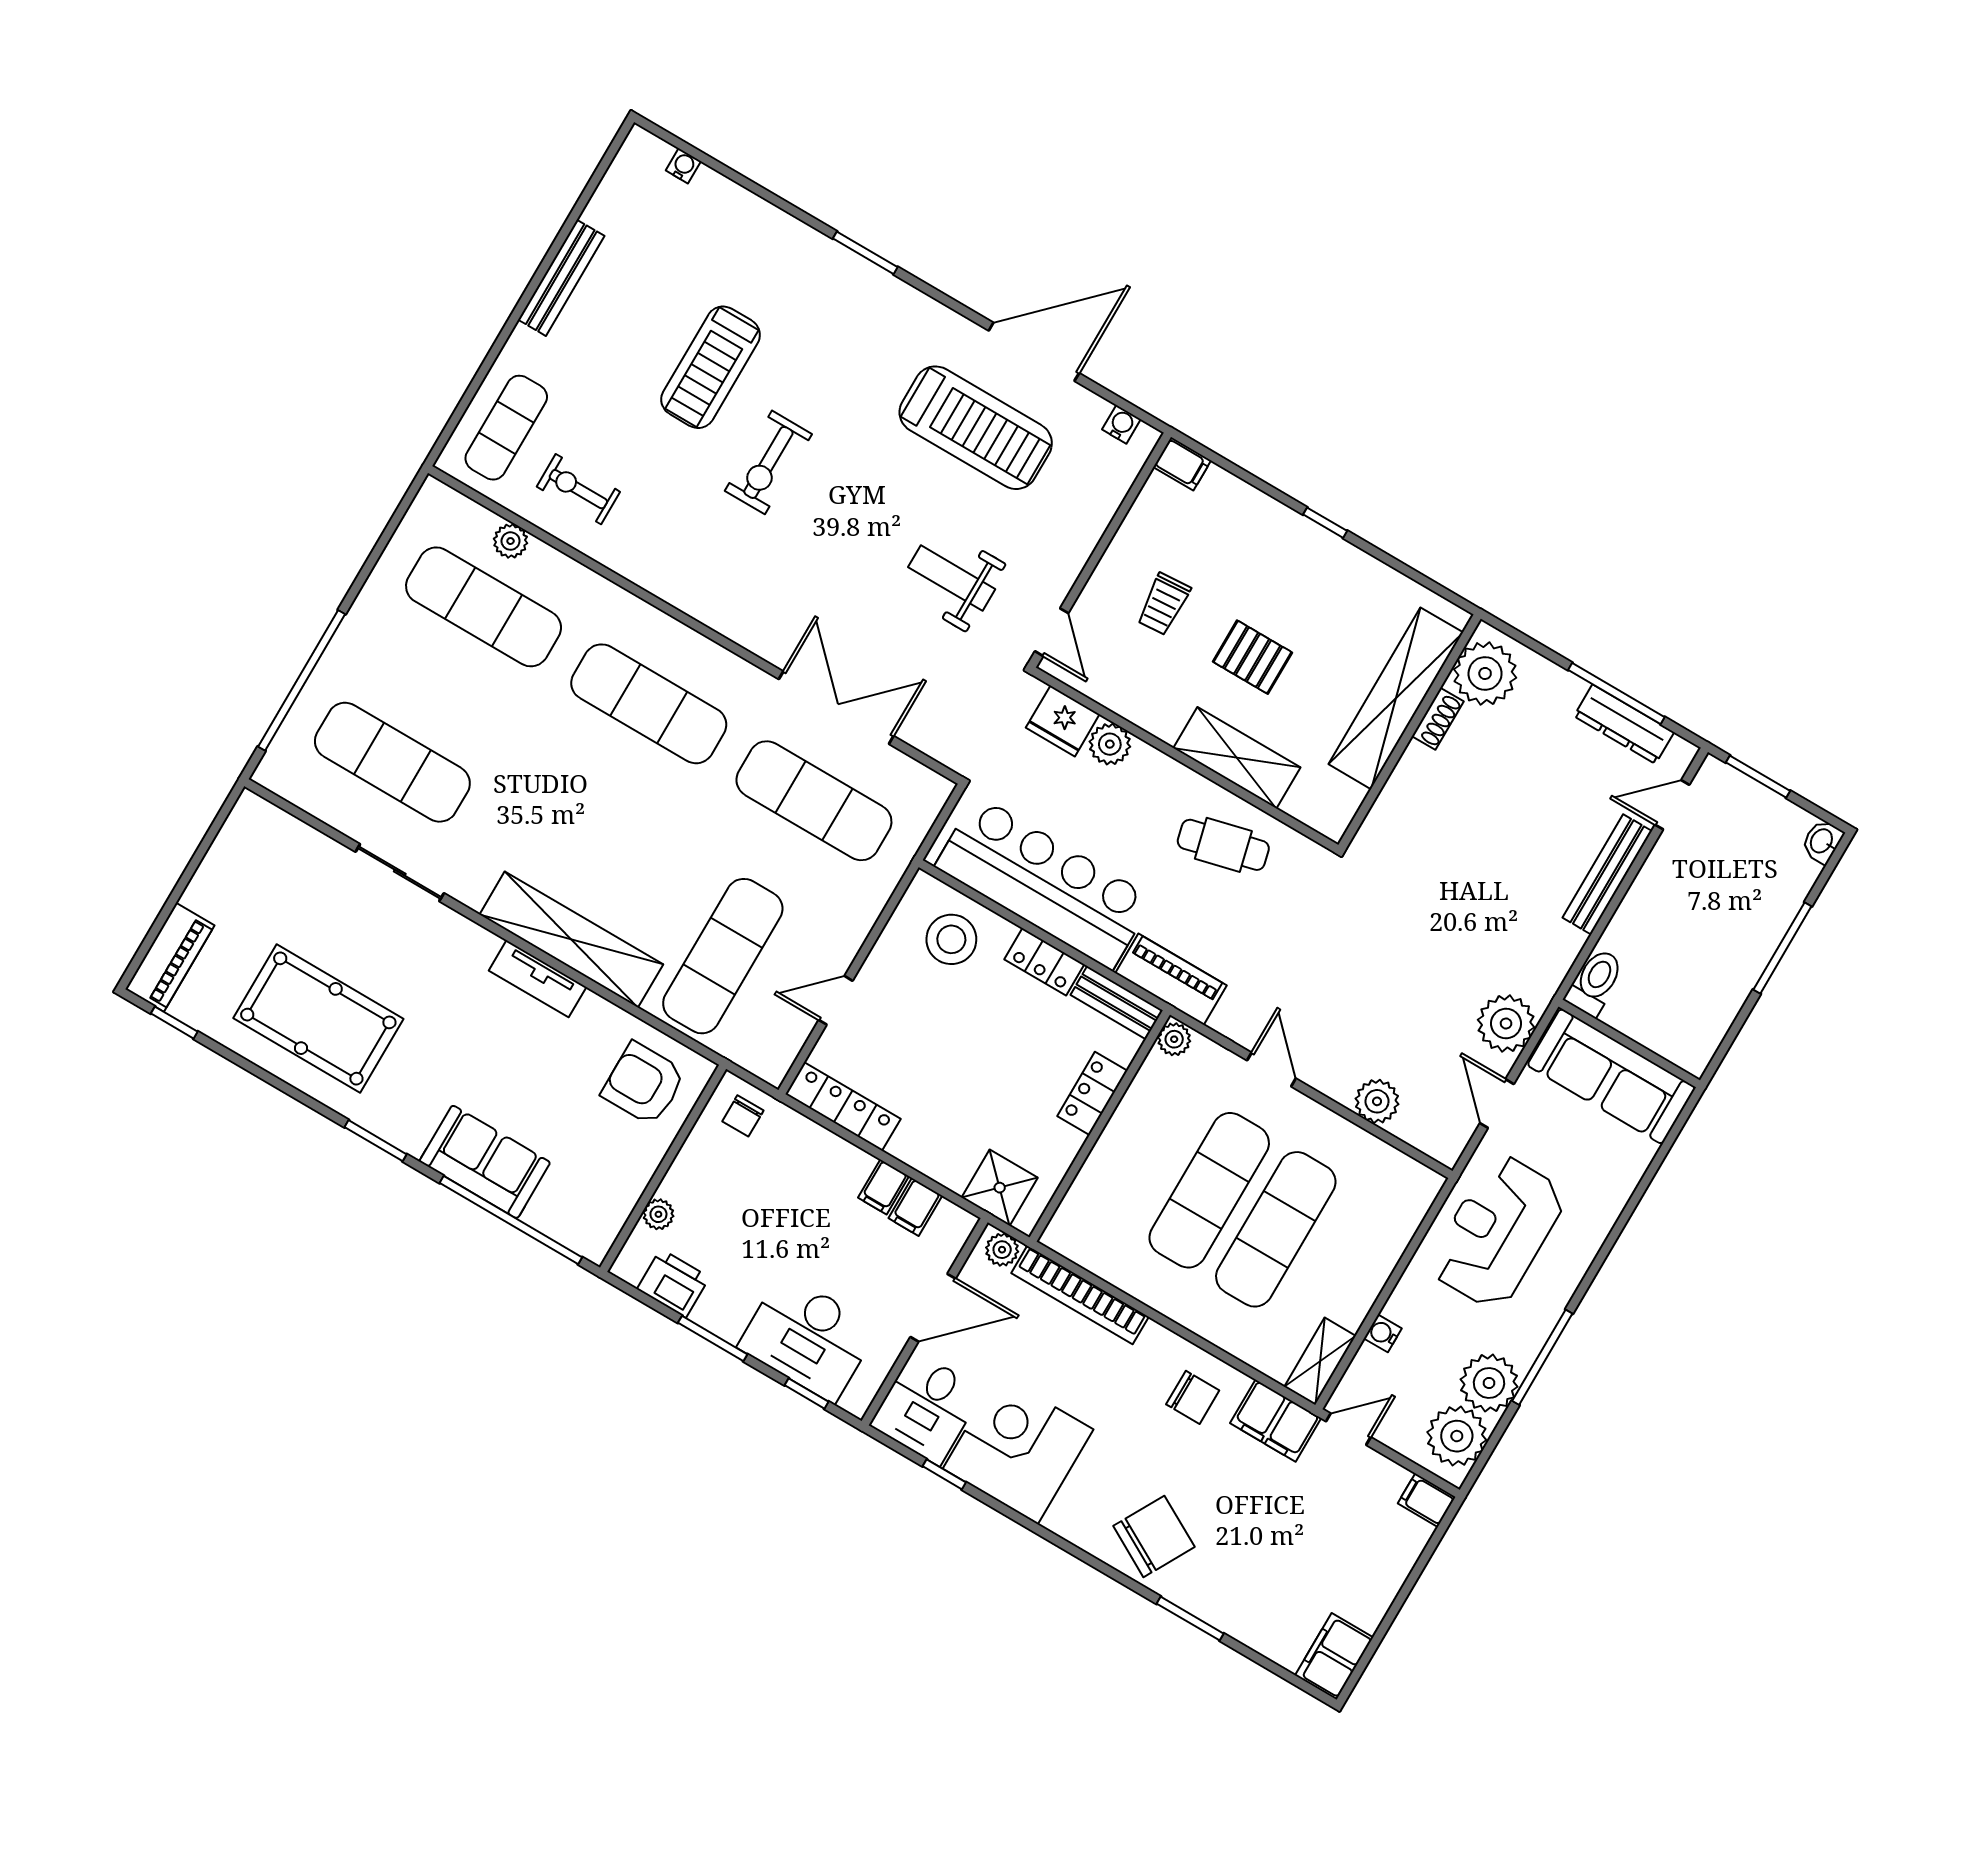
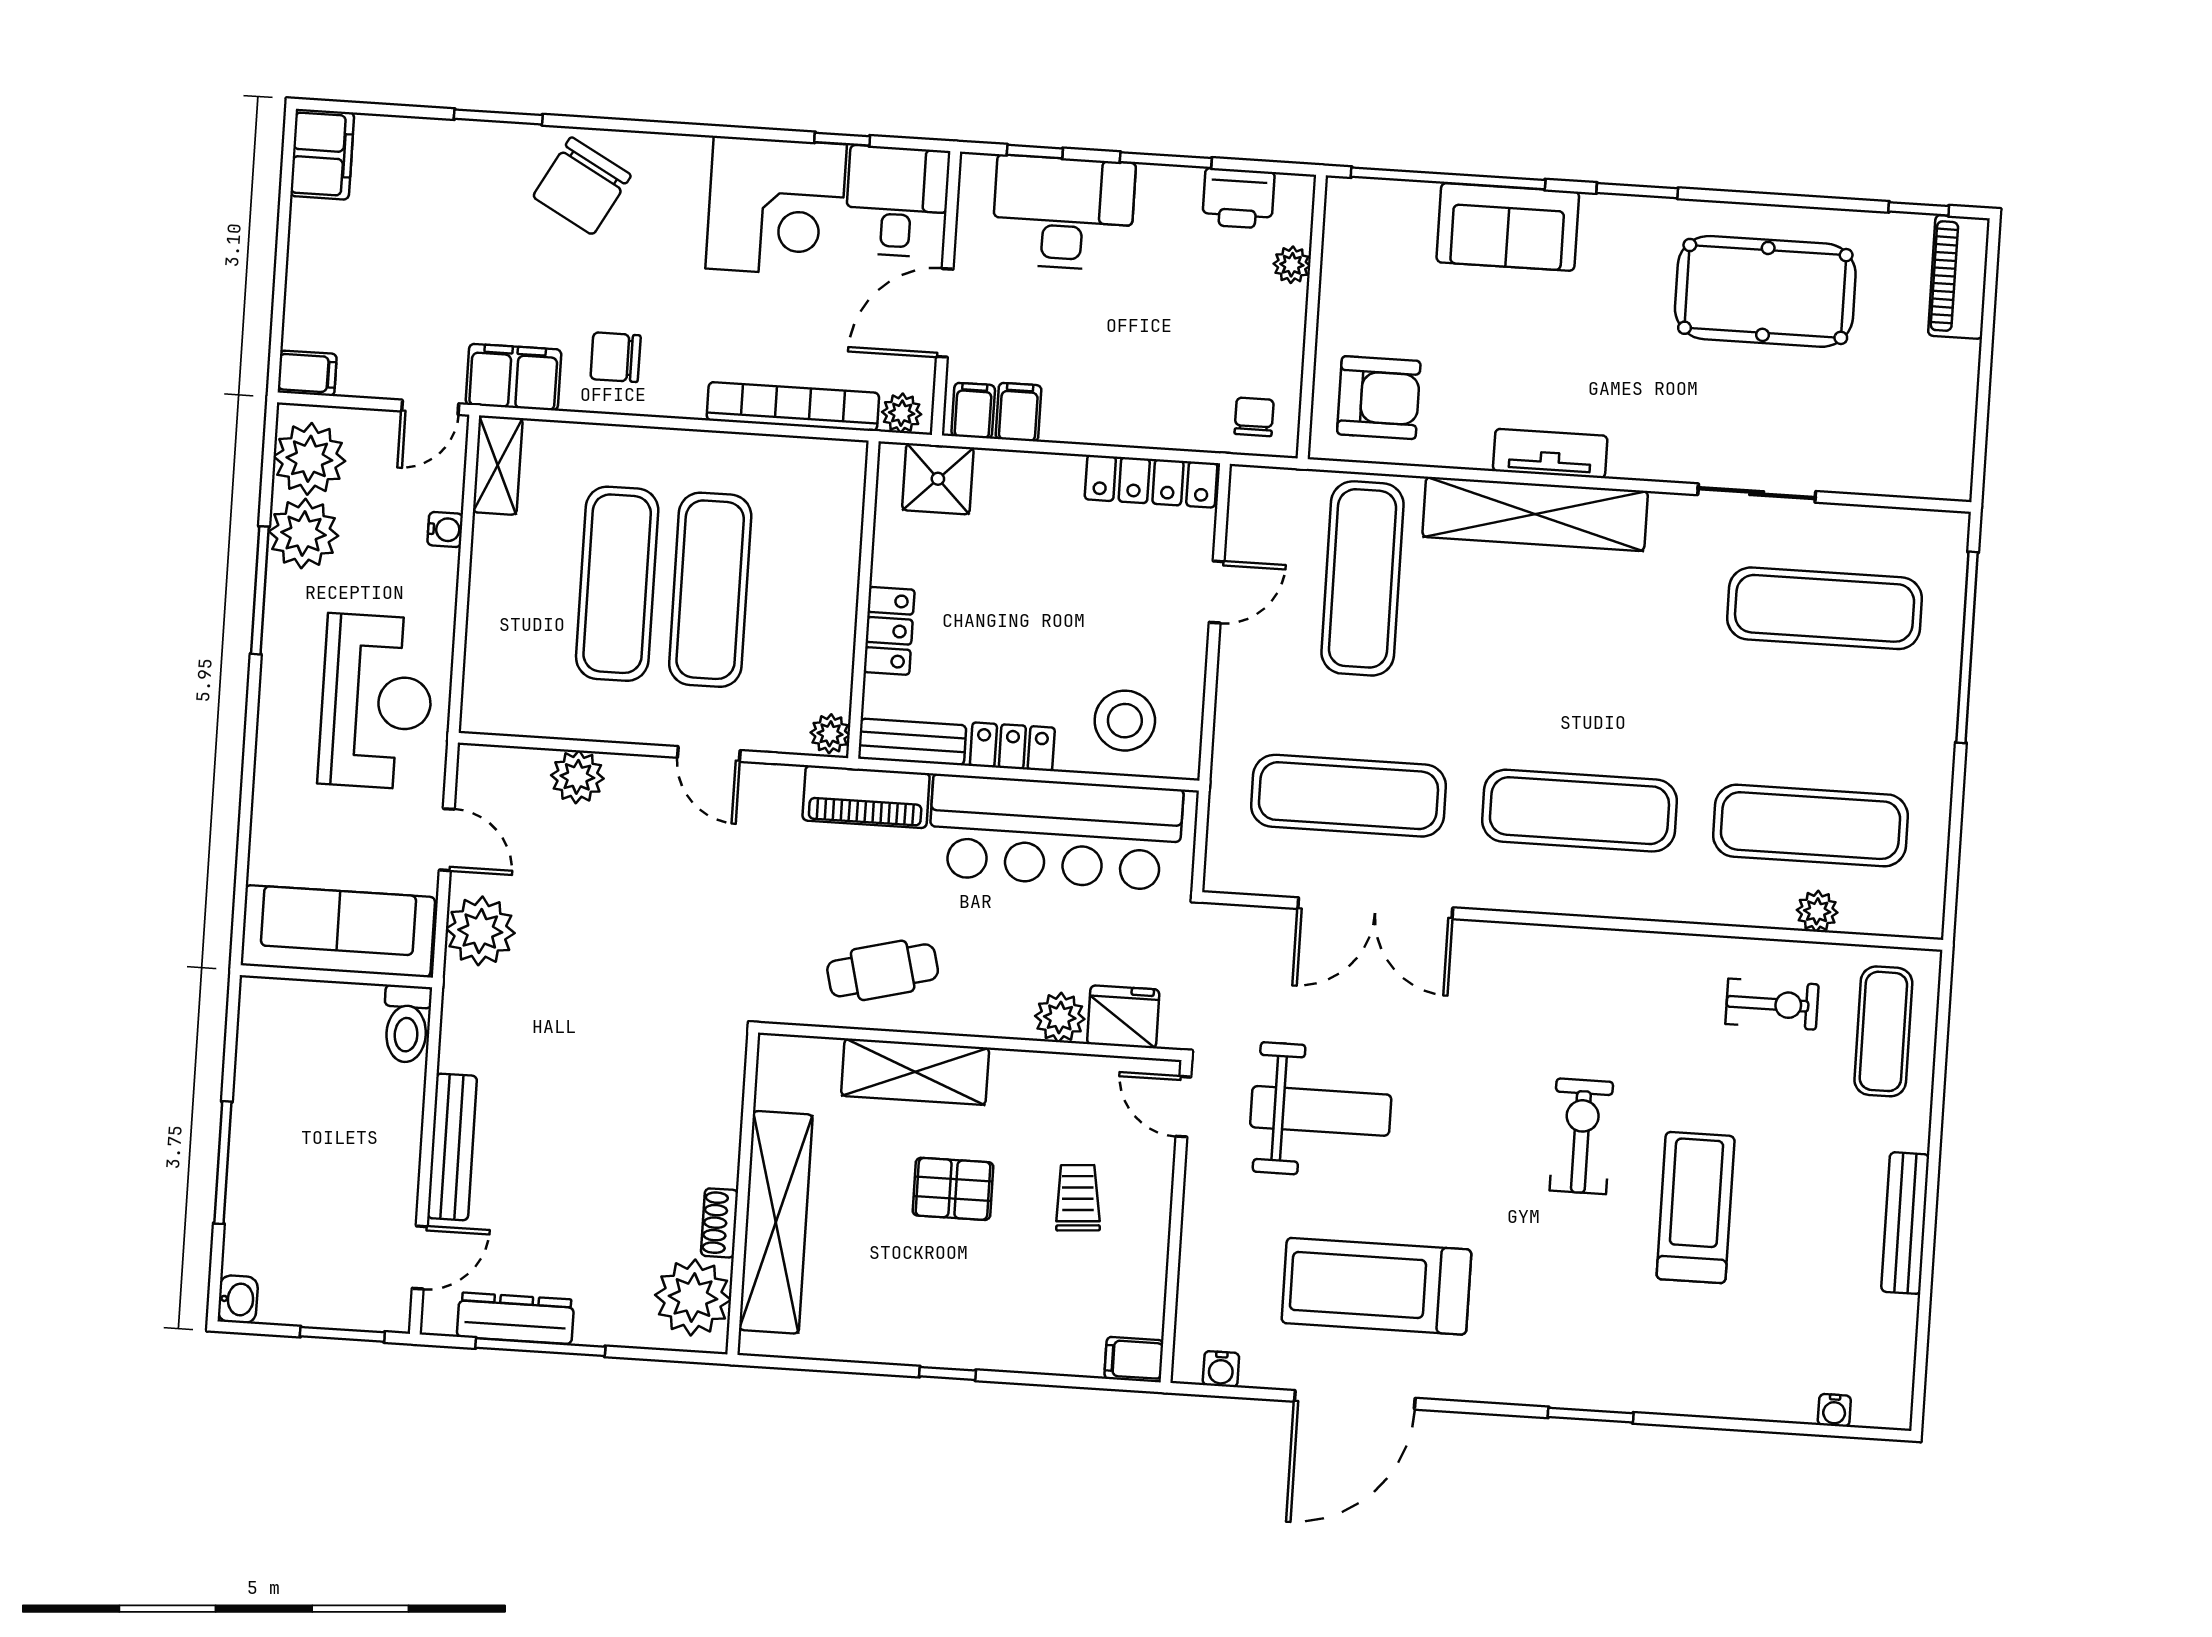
weight bench: (952, 578) -> (1321, 1111), width x1.36, depth x1.33
filing cabinet: (884, 1187) -> (973, 411), moved

